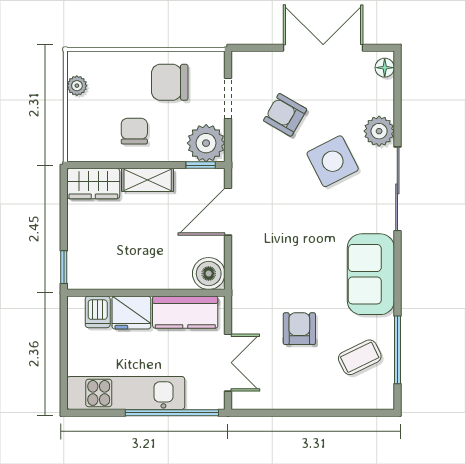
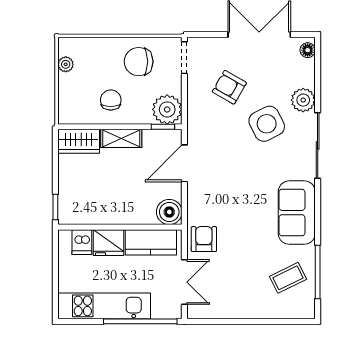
doorway: (228, 99) -> (184, 58), moved
armchair: (299, 329) -> (204, 239), moved

